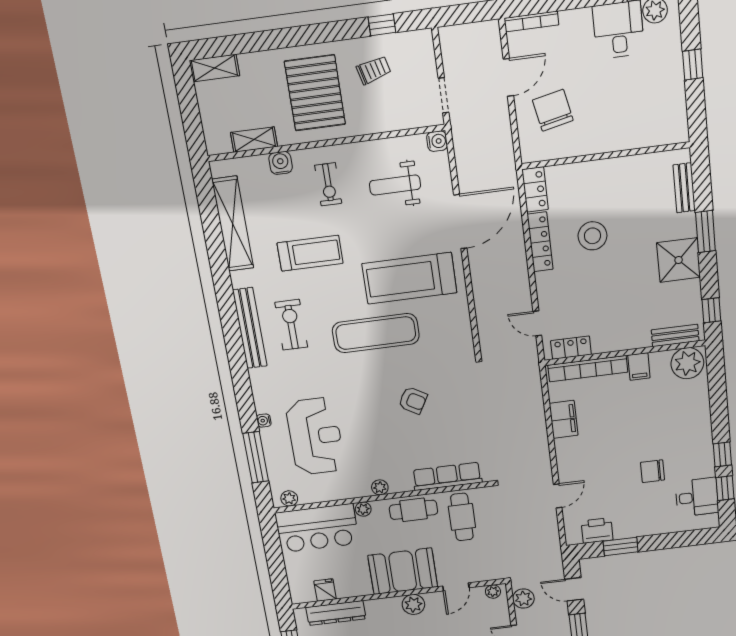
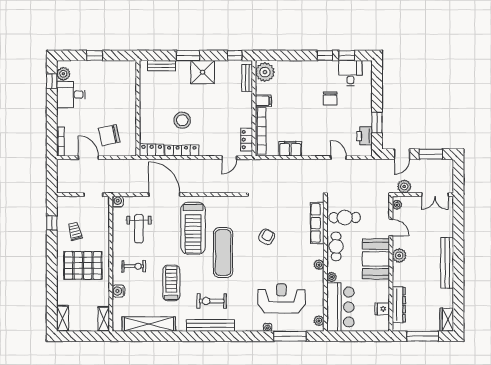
shelving: (254, 140) -> (104, 319), moved

